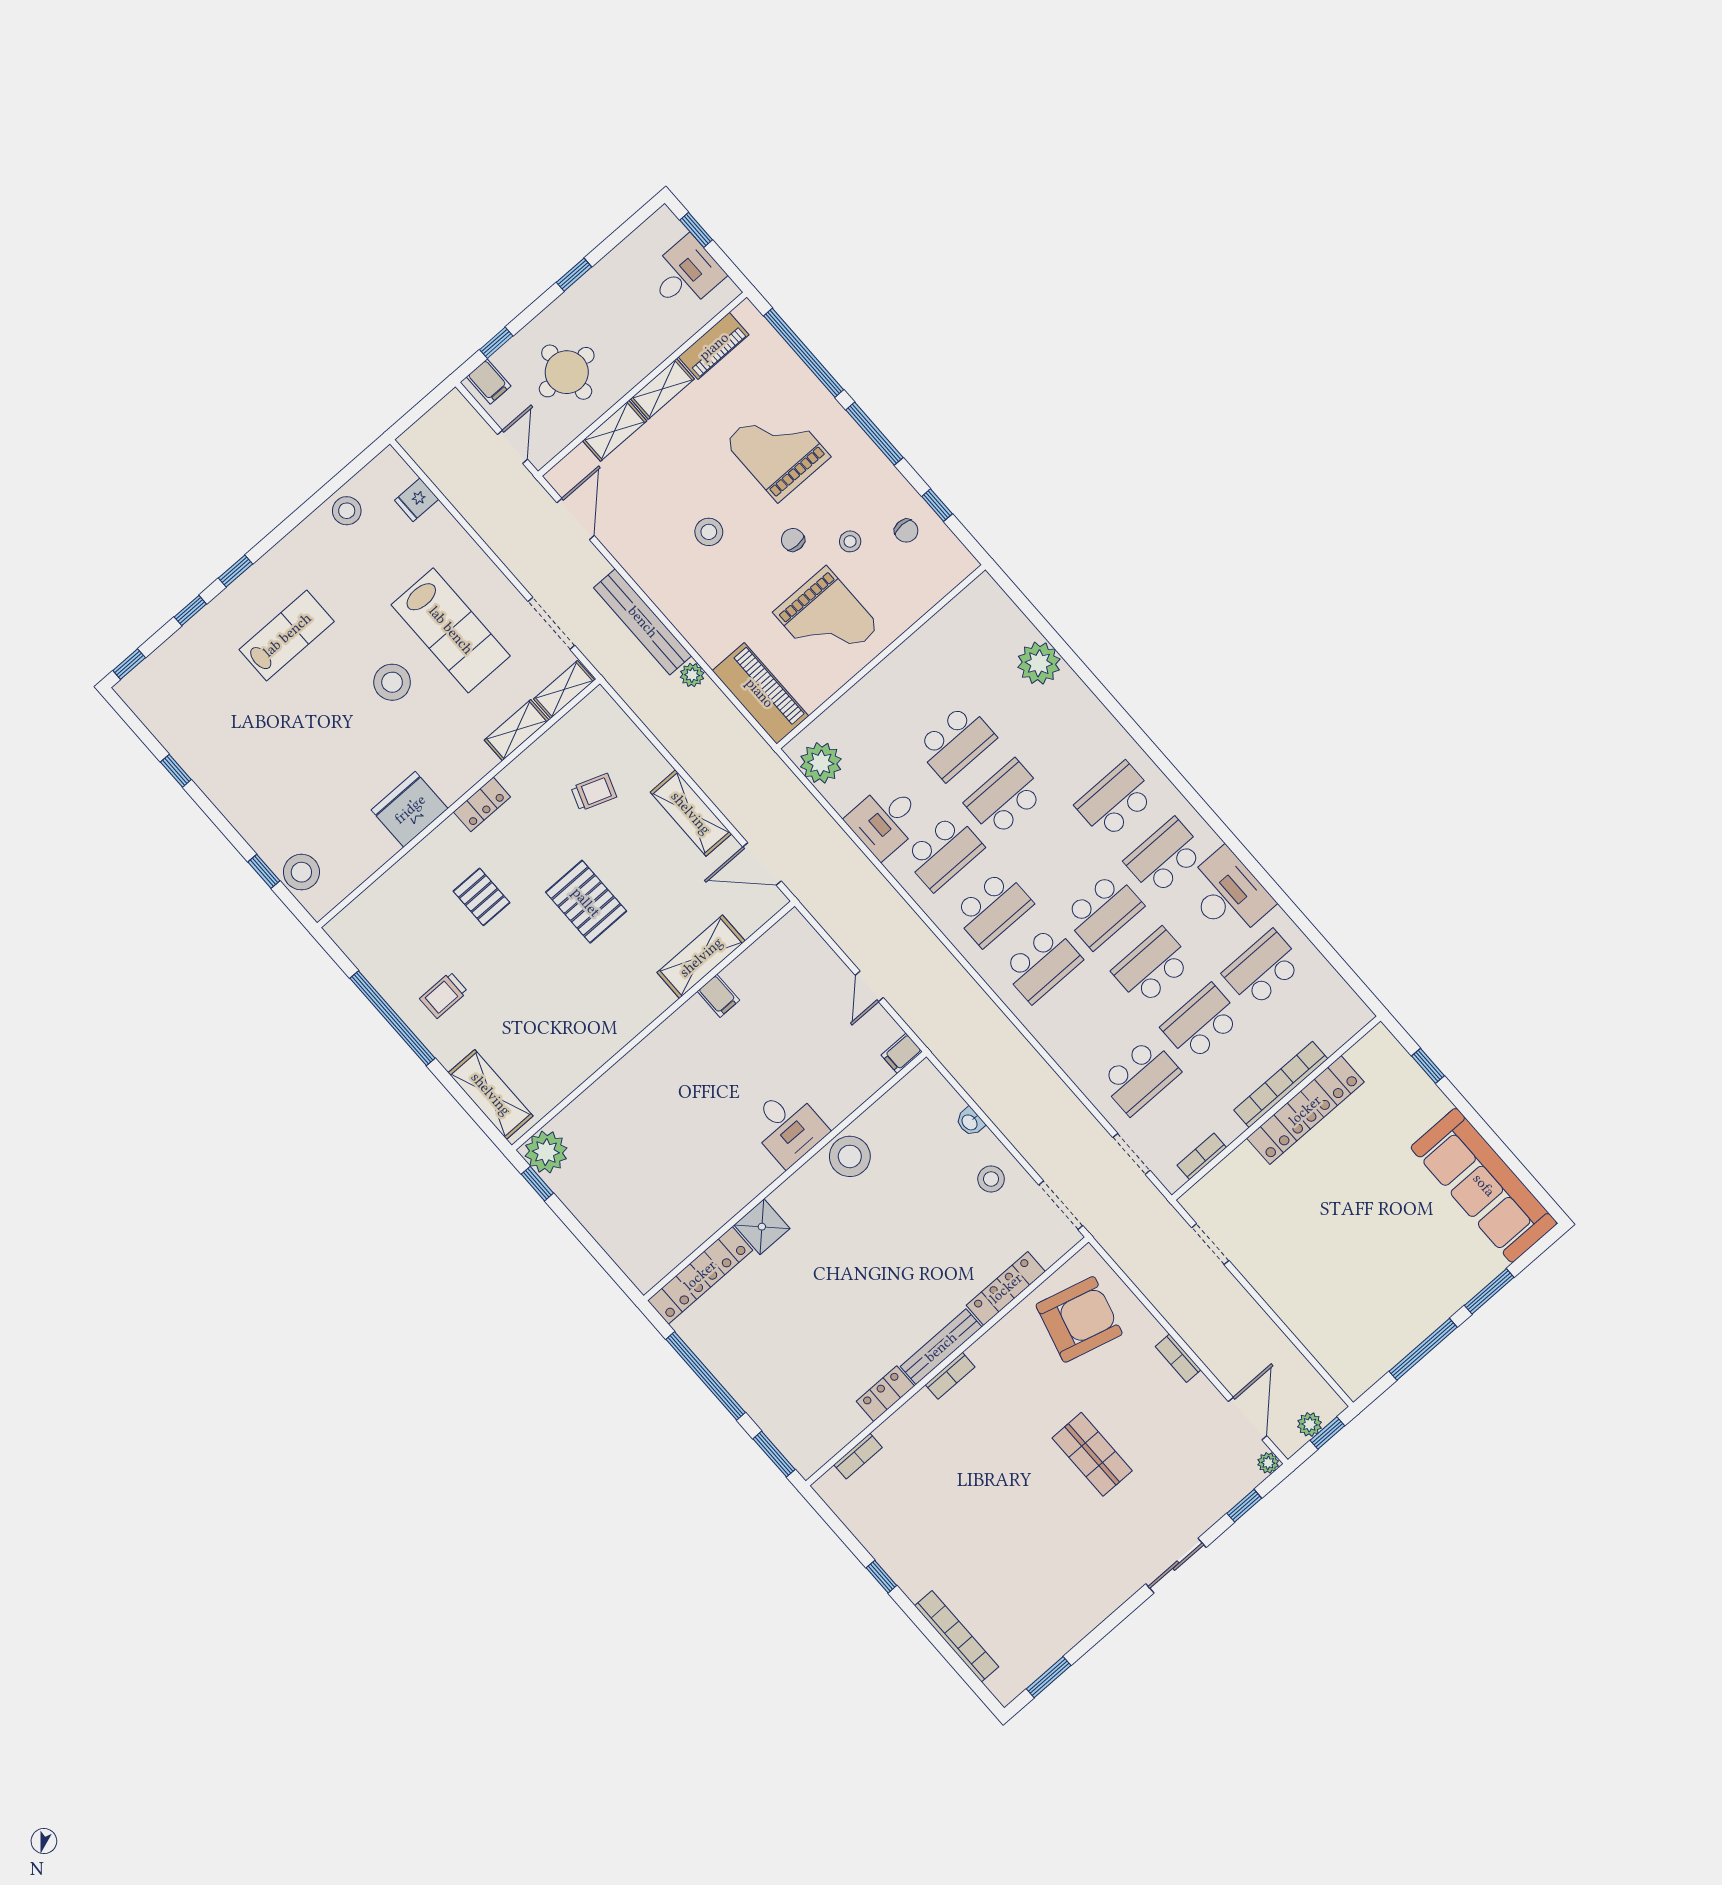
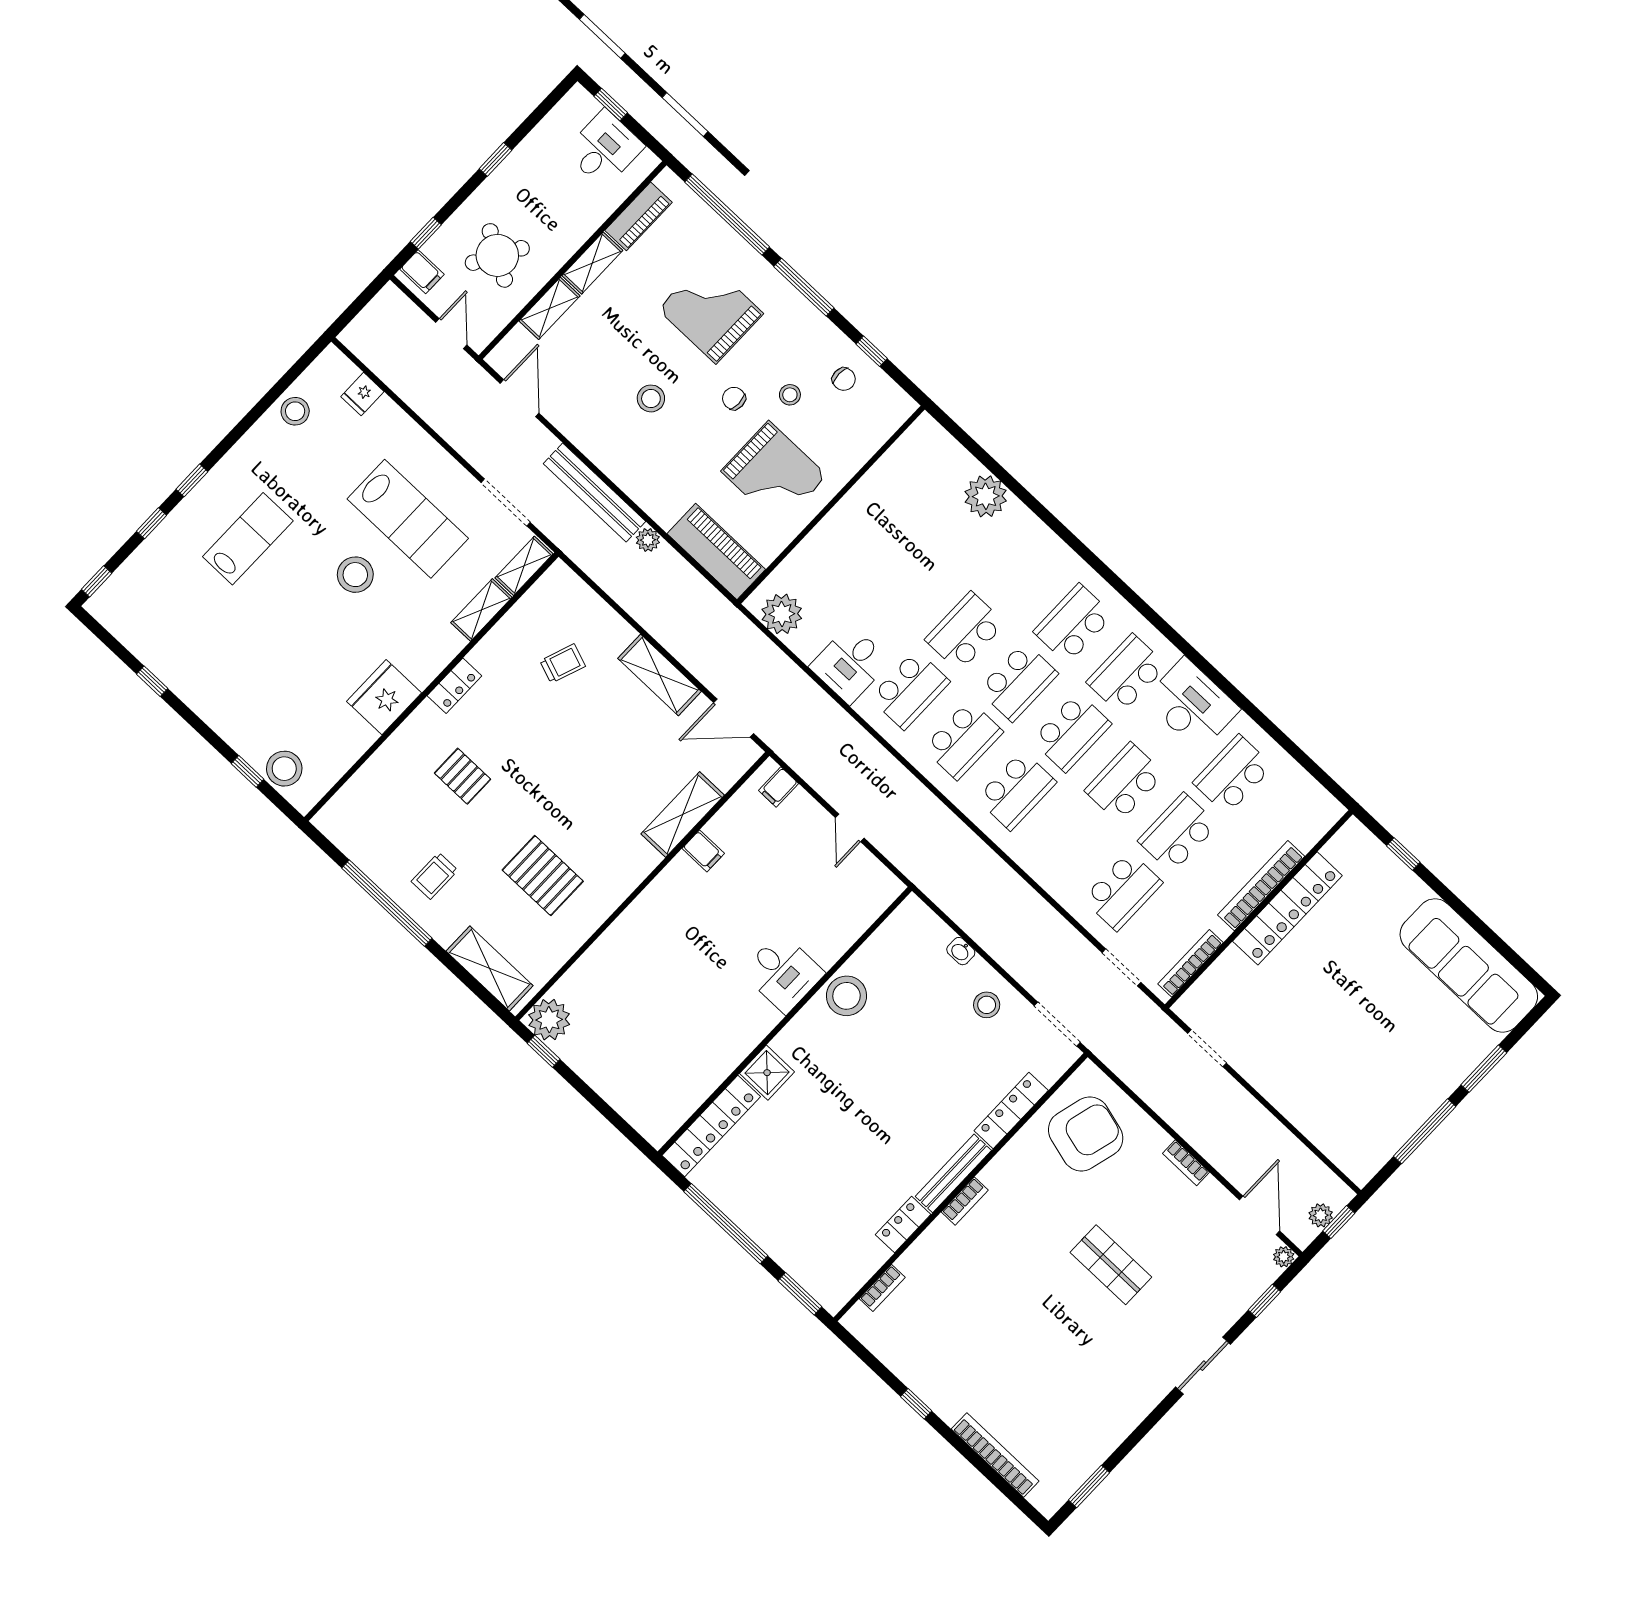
round table: (567, 372) -> (497, 255), turned 30
school desk: (956, 742) -> (1018, 682), moved
pallet: (586, 902) -> (543, 876), moved
filing cabinet: (902, 1053) -> (779, 787), moved
bookcase: (1202, 1156) -> (1191, 963), width x1.56

